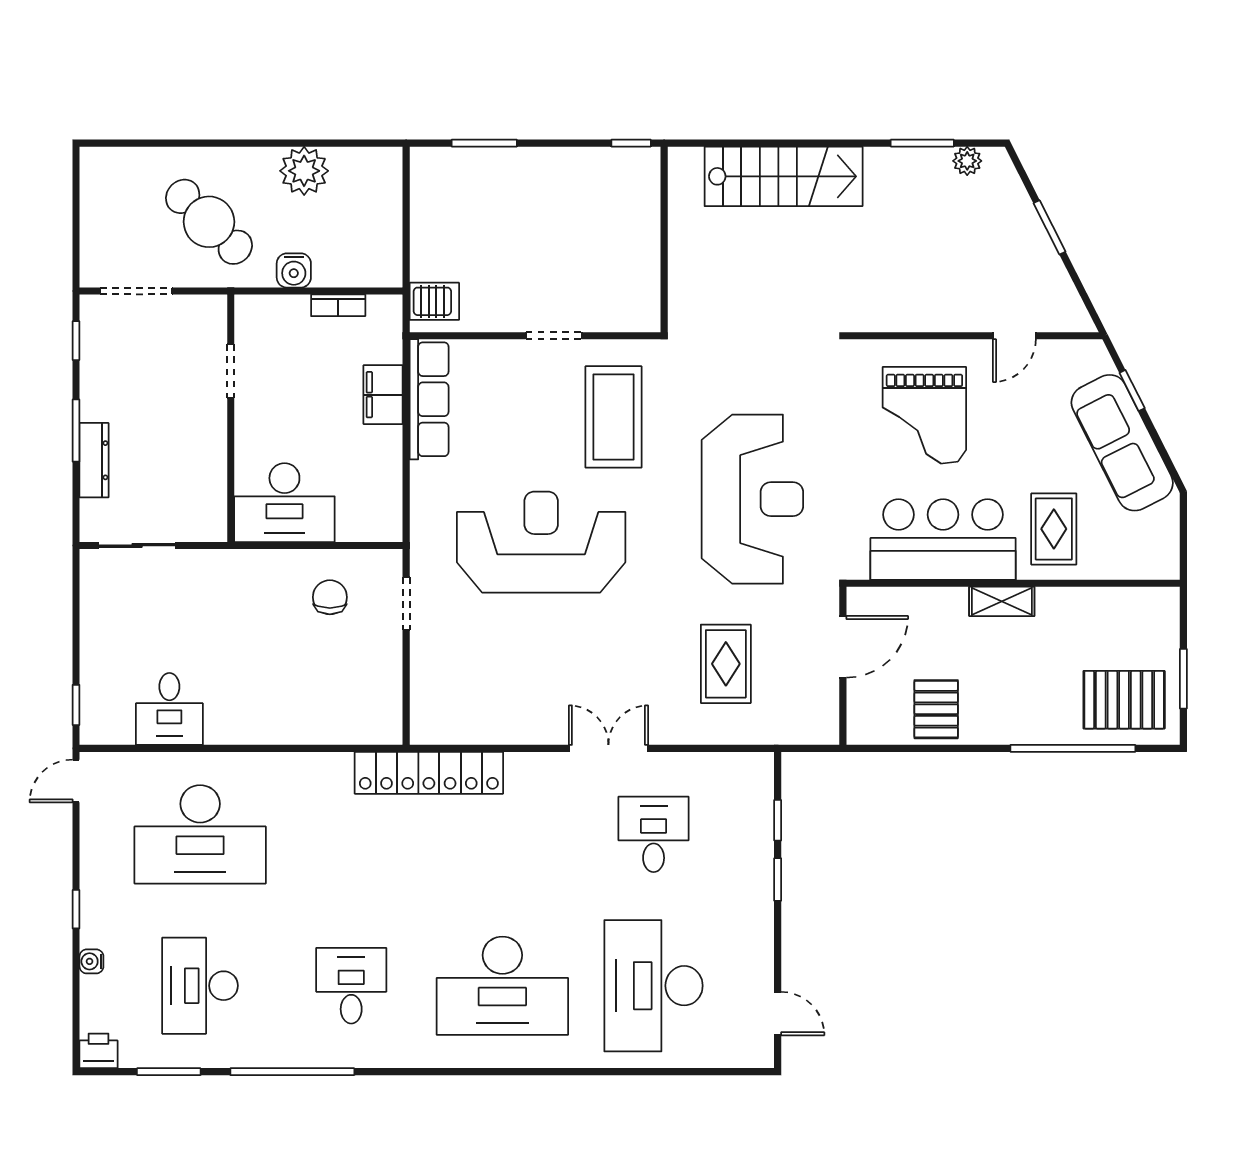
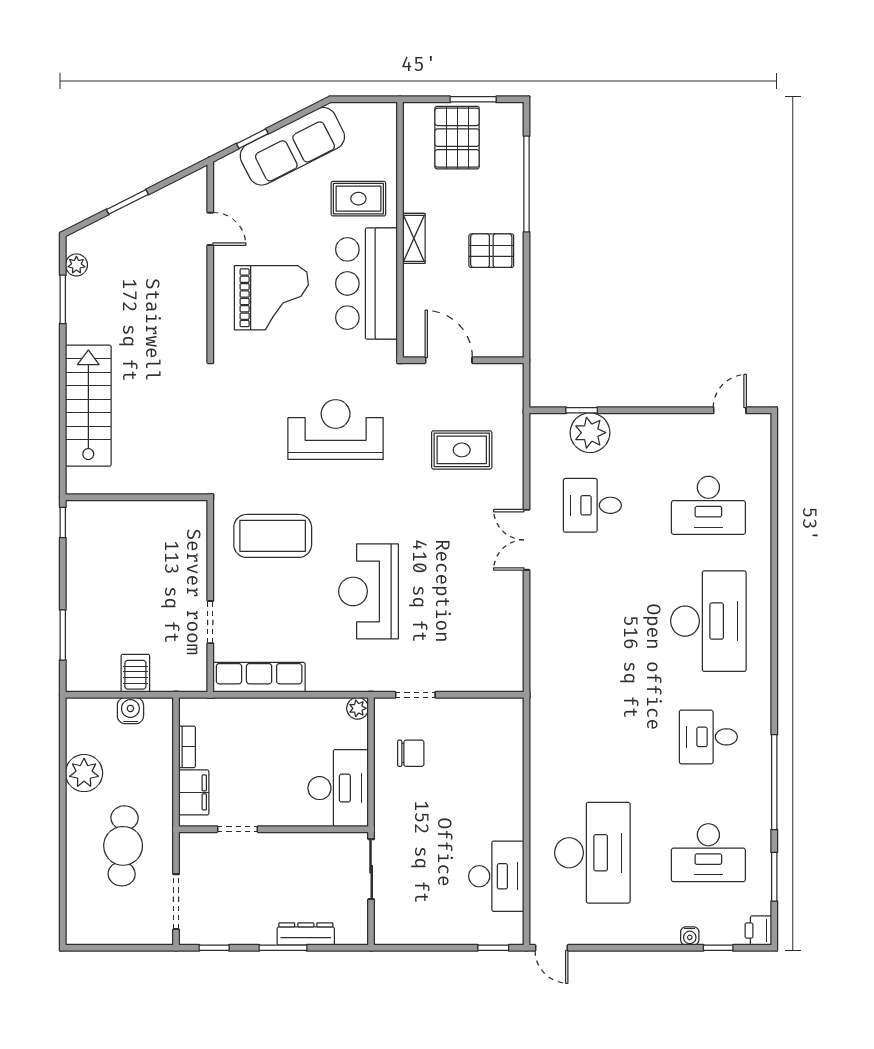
cafe table: (209, 222) -> (123, 846), turned -41
water cooler: (294, 270) -> (130, 711), moved, turned -90
server rack: (434, 301) -> (135, 673), moved
doorway: (554, 336) -> (210, 622), moved
filing cabinet: (383, 395) -> (194, 792), moved, turned -90
reception desk: (752, 499) -> (336, 430), width x0.74, depth x0.77
plant: (389, 528) -> (358, 708), added
reception desk: (541, 542) -> (369, 591), width x0.74, depth x0.77
sliding door: (137, 545) -> (371, 869), moved
chair: (330, 597) -> (411, 753), turned 180
pallet: (1124, 700) -> (457, 138), moved
desk: (169, 709) -> (496, 876), width x1.37
pallet: (936, 709) -> (491, 251), moved
locker: (429, 773) -> (545, 677), removed
plant: (748, 831) -> (590, 433), added
window: (778, 879) -> (627, 410), removed
window: (76, 909) -> (718, 948), moved
desk: (654, 986) -> (708, 505), width x0.73, depth x0.77

